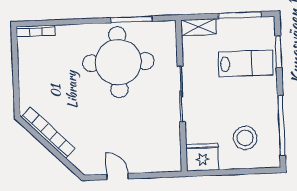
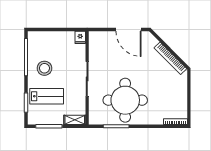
lab bench: (246, 63) -> (47, 96), turned 180
stool: (245, 138) -> (44, 68), moved
fridge: (202, 157) -> (80, 37), width x0.53, depth x0.75
door: (118, 177) -> (129, 30), width x1.87

